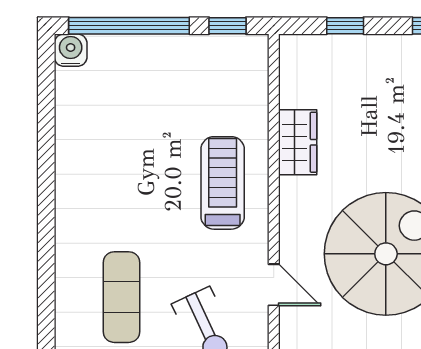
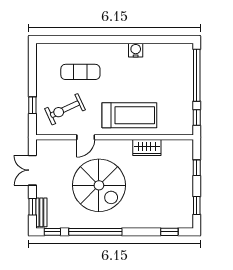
water cooler: (71, 50) -> (136, 50), moved, turned -90
treadmill: (223, 183) -> (129, 115), width x1.37, depth x1.38

